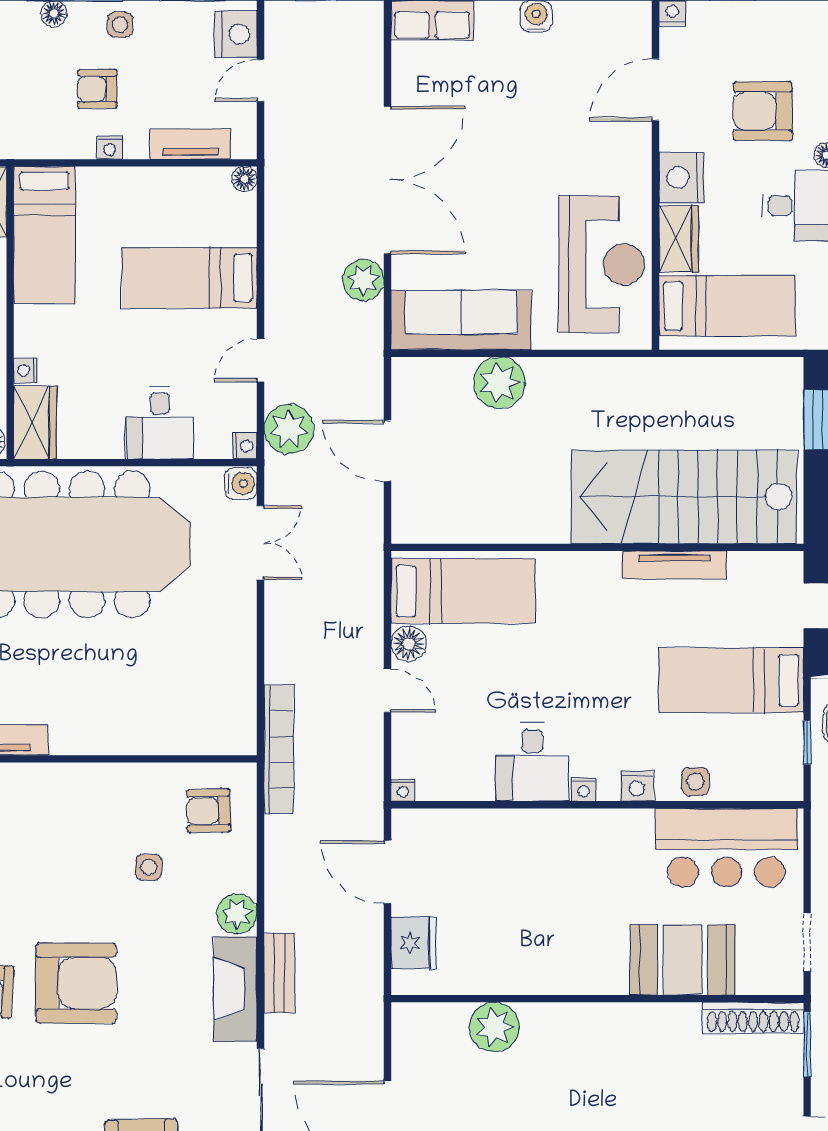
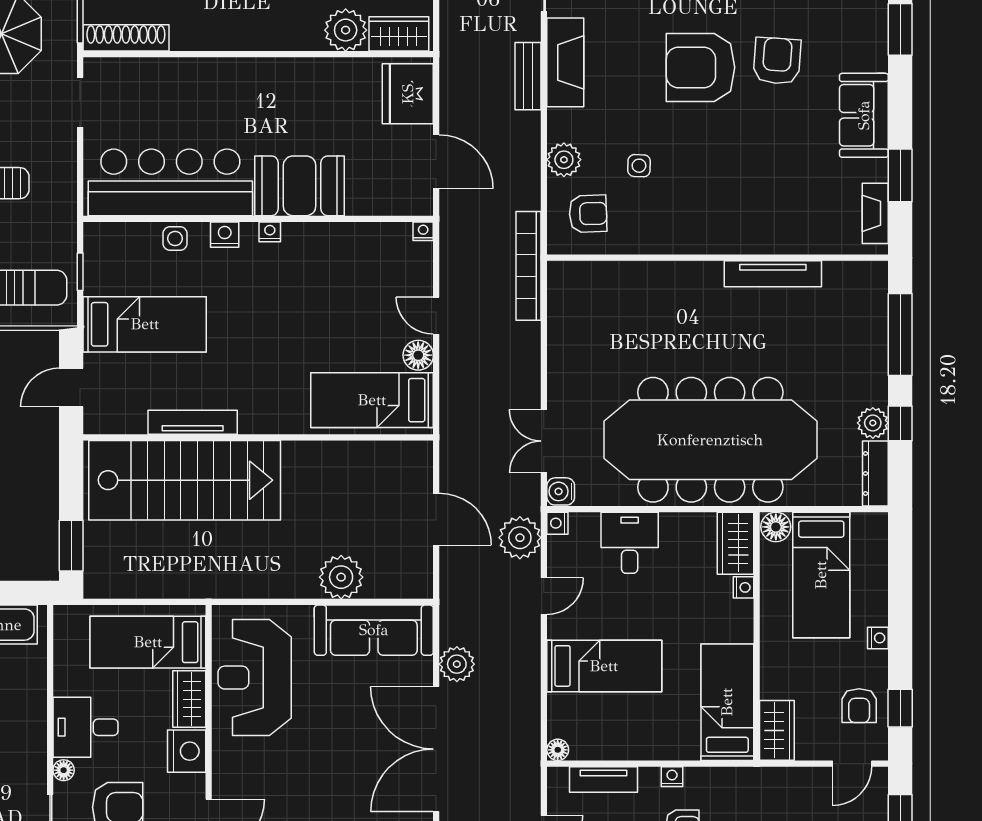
desk: (532, 762) -> (313, 255), removed
bar counter: (727, 848) -> (170, 182), width x1.36
plant: (237, 914) -> (564, 160), moved
fridge: (413, 943) -> (408, 94), width x1.36, depth x1.34
booth: (683, 960) -> (300, 186), moved
wardrobe: (432, 1023) -> (399, 34), added

